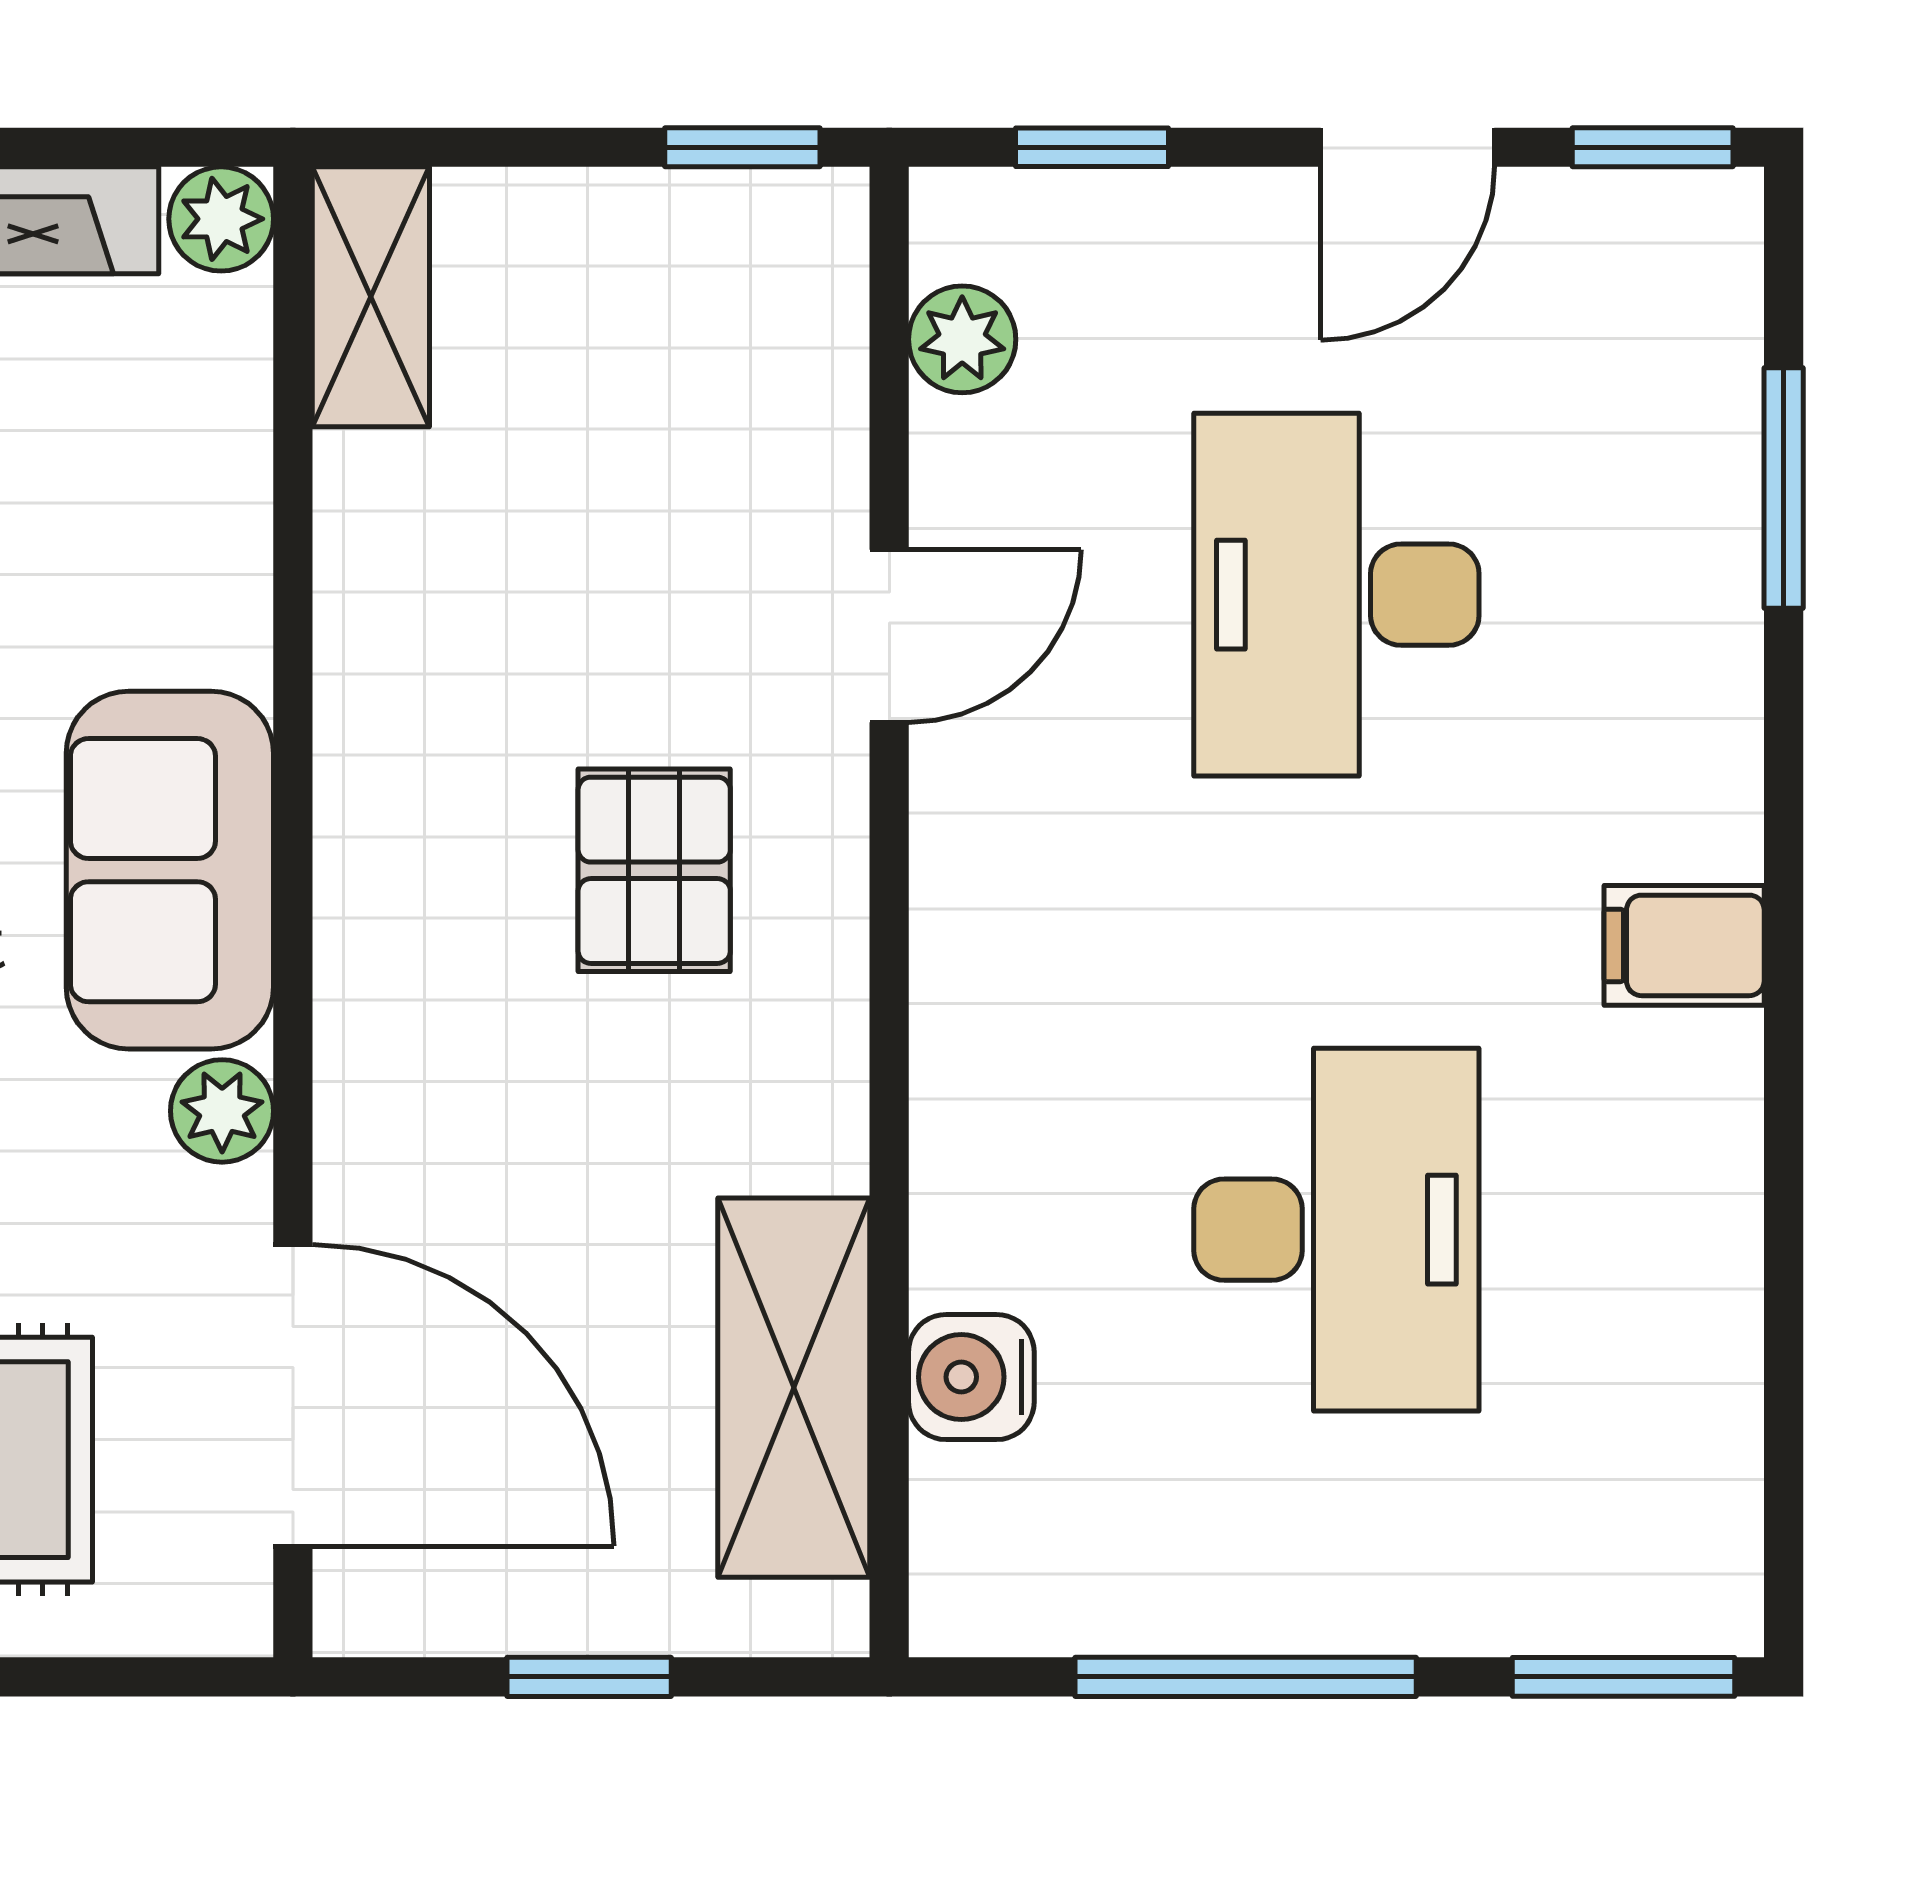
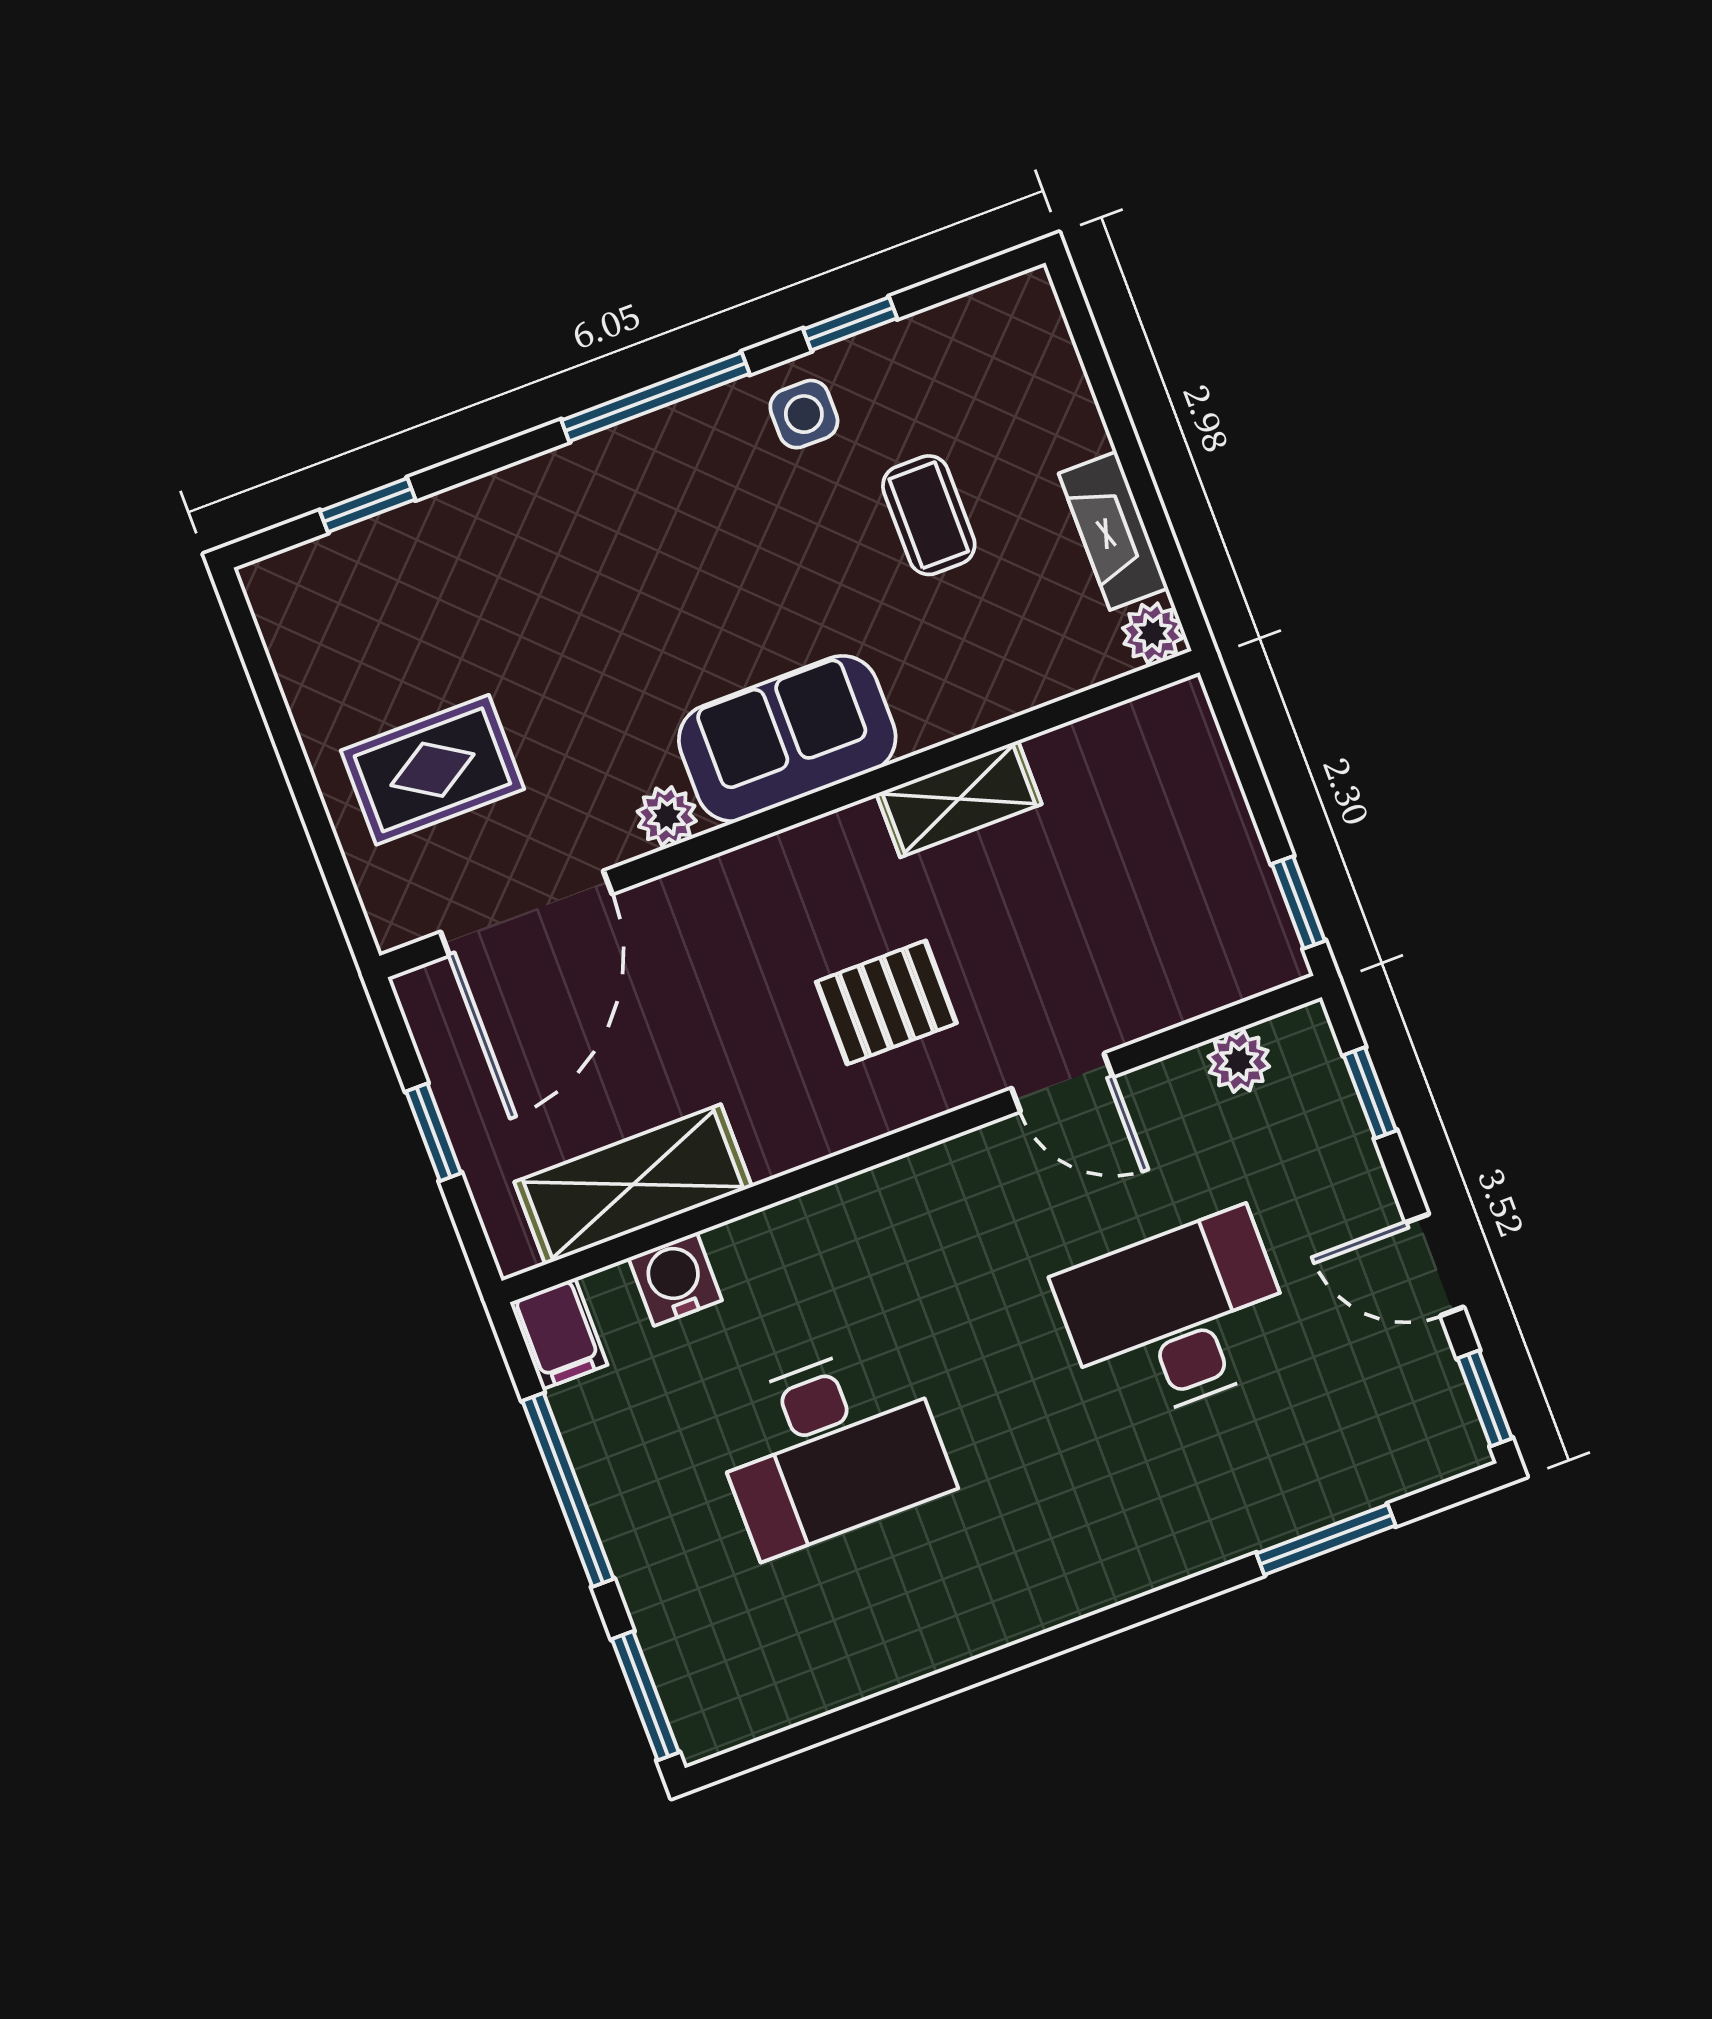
shelving: (371, 297) -> (959, 799), moved
filing cabinet: (1684, 945) -> (559, 1334), moved, turned 180

